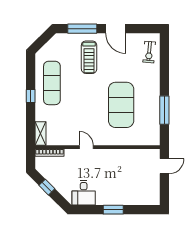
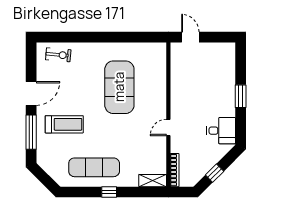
exercise mat: (121, 105) -> (119, 87), turned 90
window: (164, 110) -> (125, 37), removed

